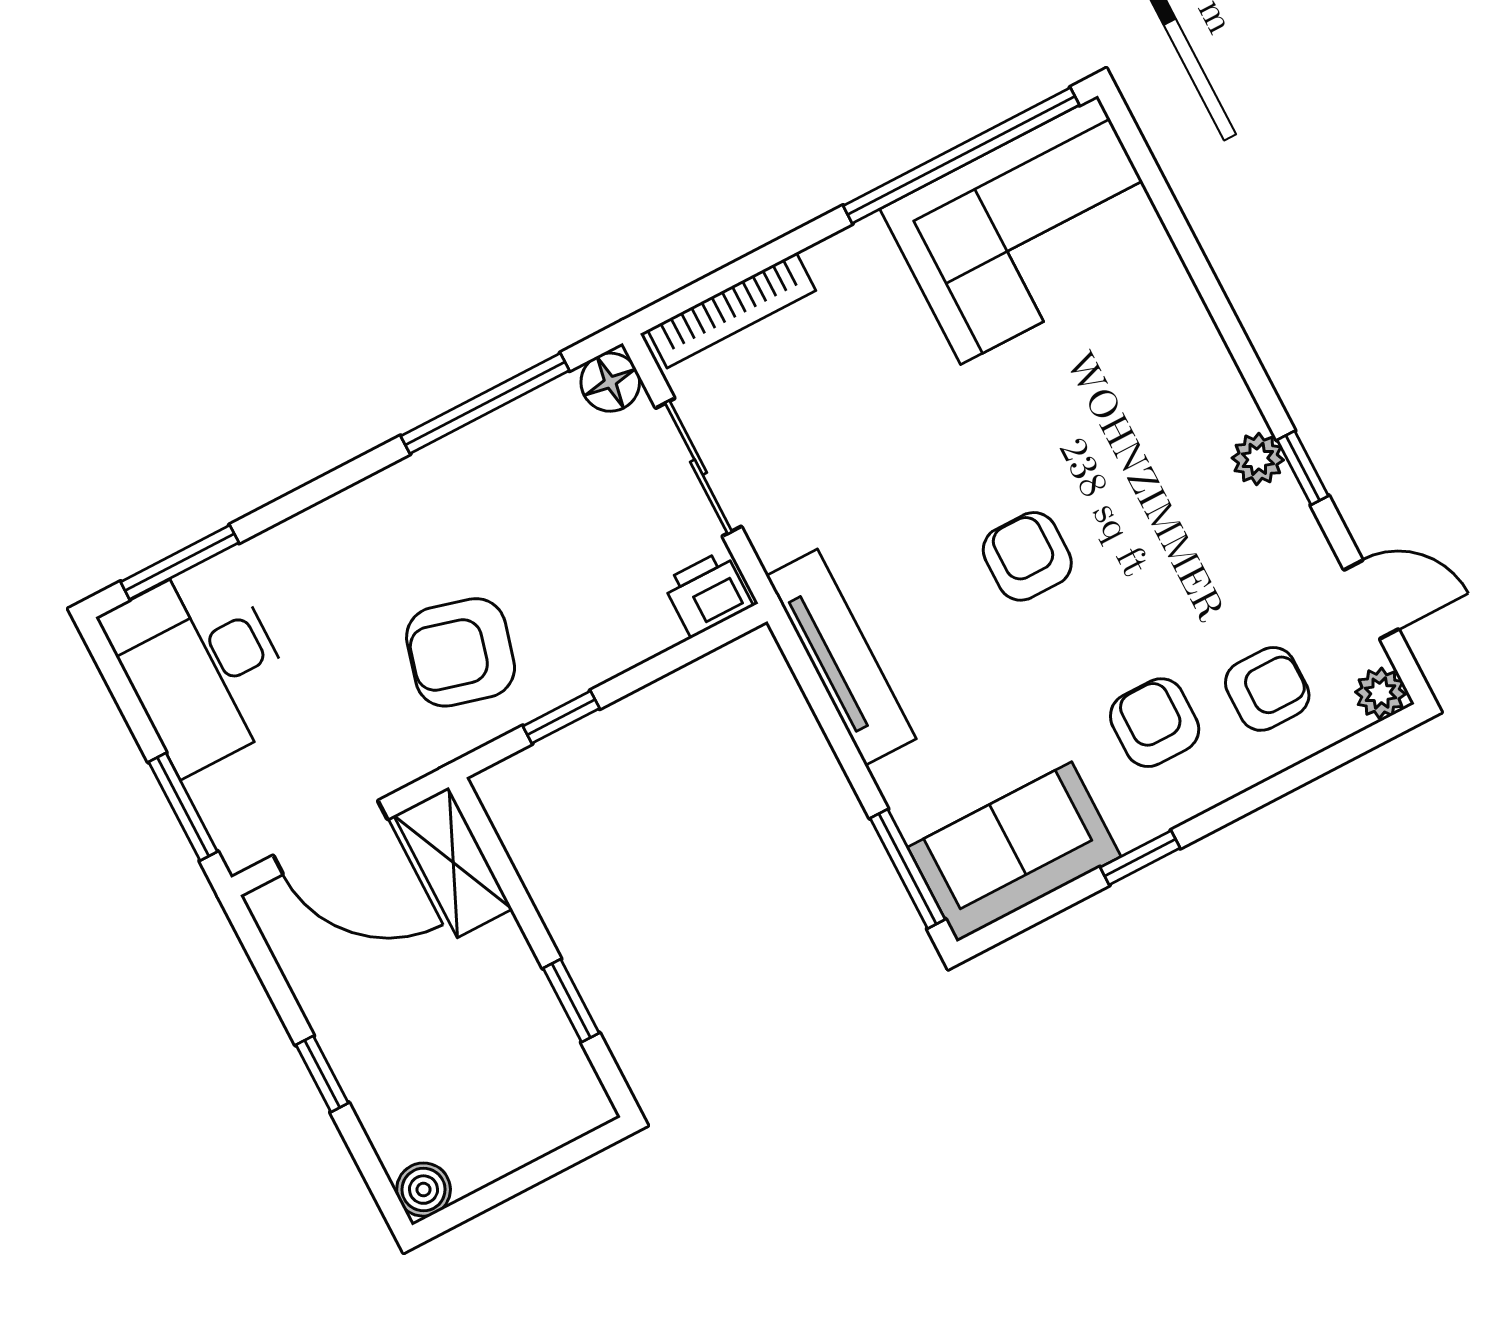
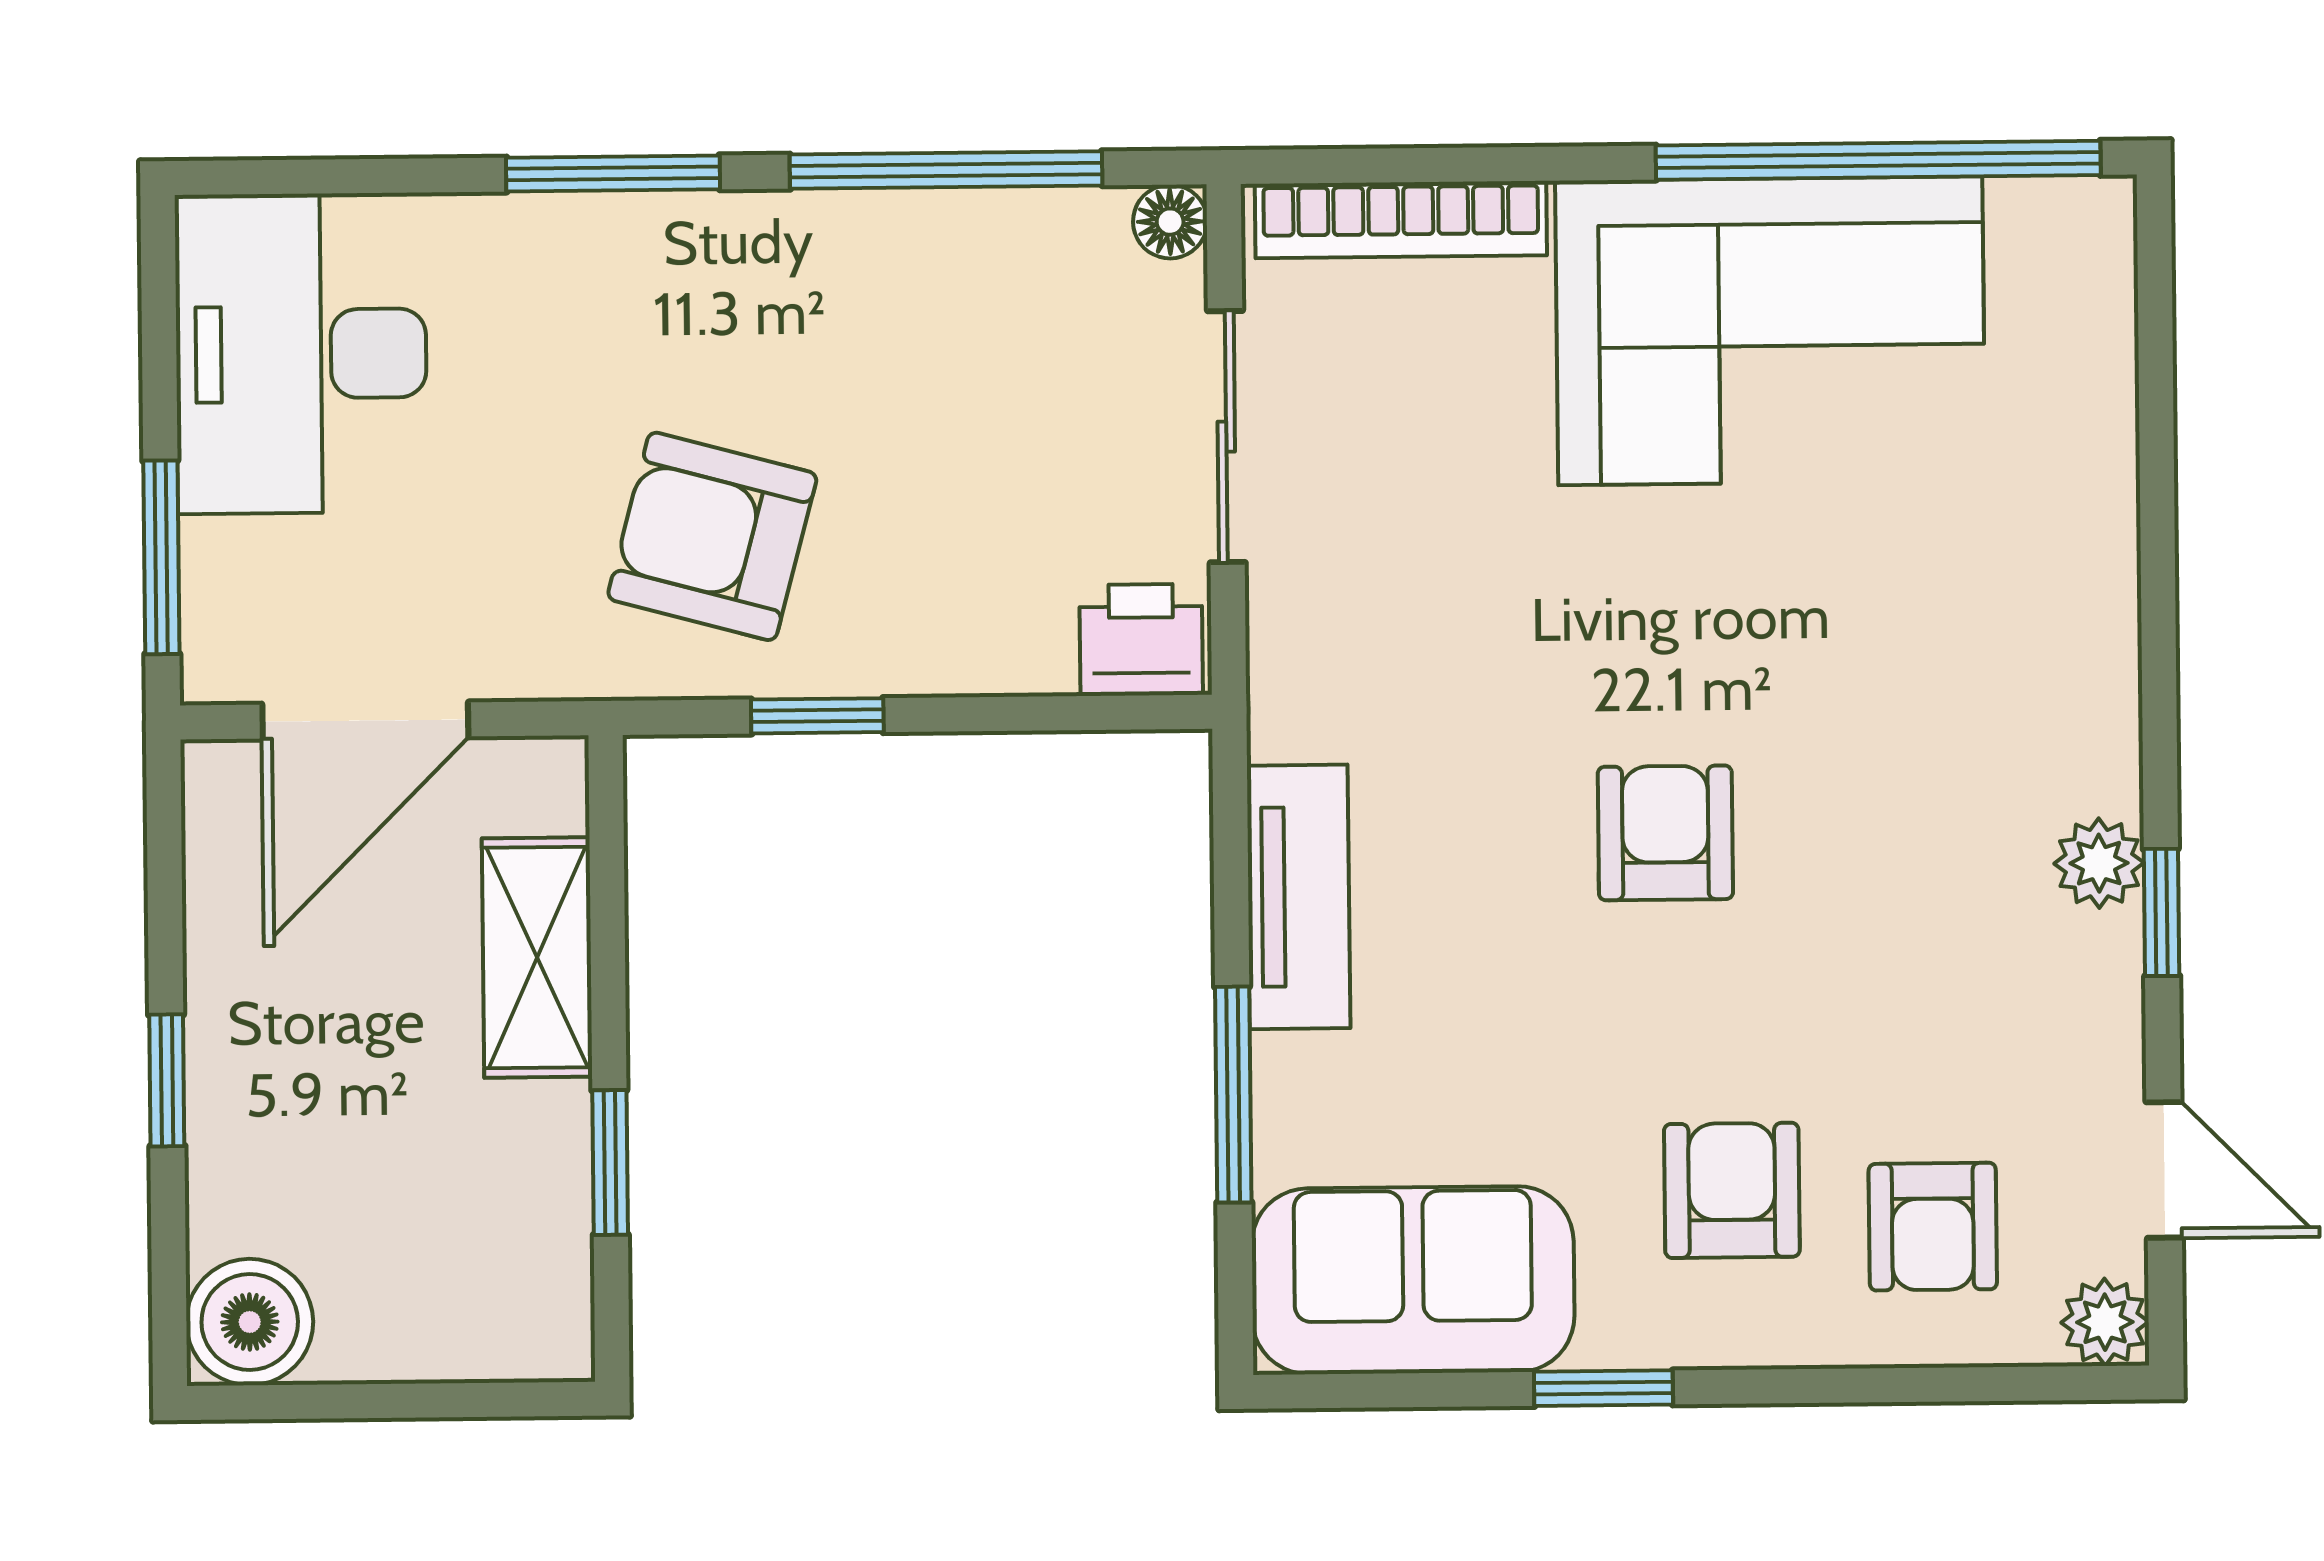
corner sofa: (1029, 230) -> (1770, 331), moved
floor lamp: (610, 382) -> (1170, 222), width x0.73, depth x0.73
window: (180, 562) -> (613, 173), moved
tv unit: (841, 657) -> (1299, 897), width x0.71
armchair: (1267, 689) -> (1933, 1227), turned 90
door: (330, 837) -> (365, 721), hinge flipped
shelving: (453, 862) -> (537, 958), moved
window: (908, 869) -> (1233, 1095), moved
boiler: (424, 1190) -> (250, 1322), width x1.36, depth x1.36

